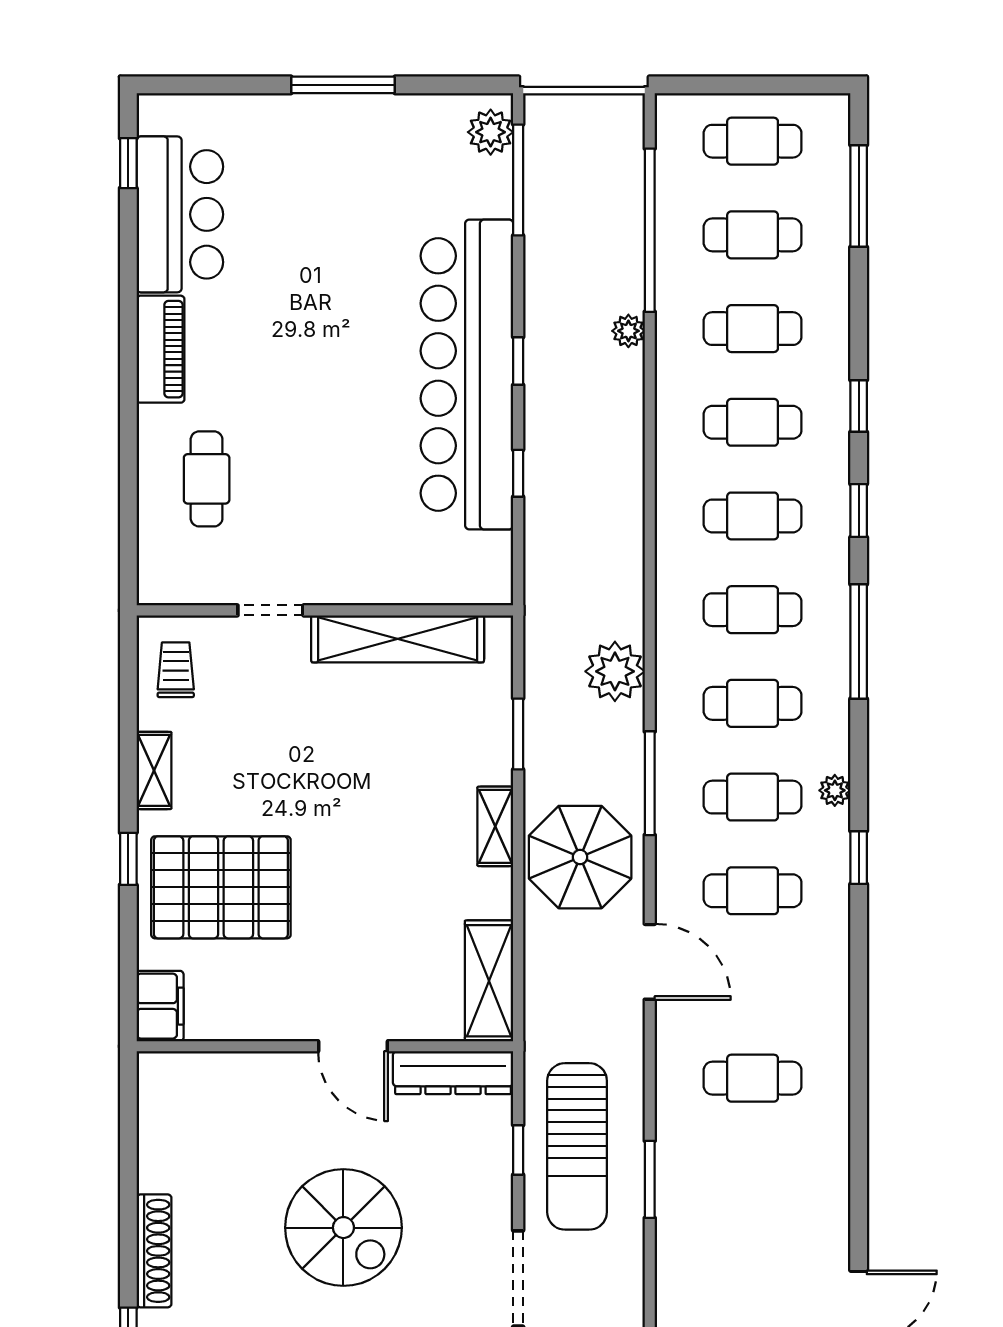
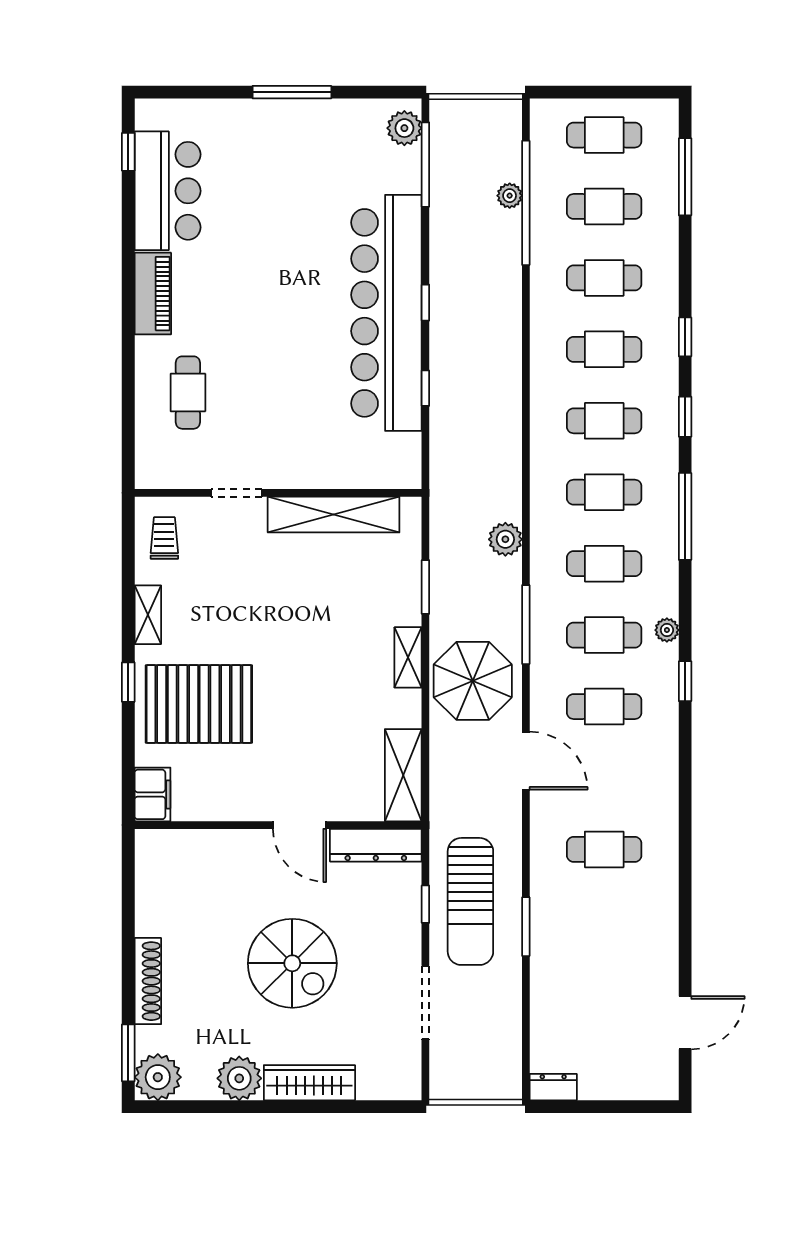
plant: (628, 331) -> (510, 196), moved
plant: (615, 671) -> (505, 539), width x0.73, depth x0.73

